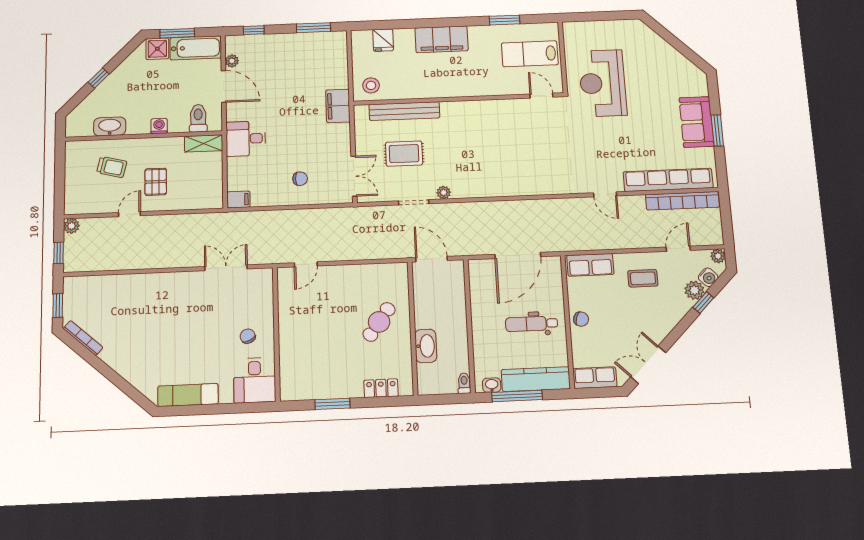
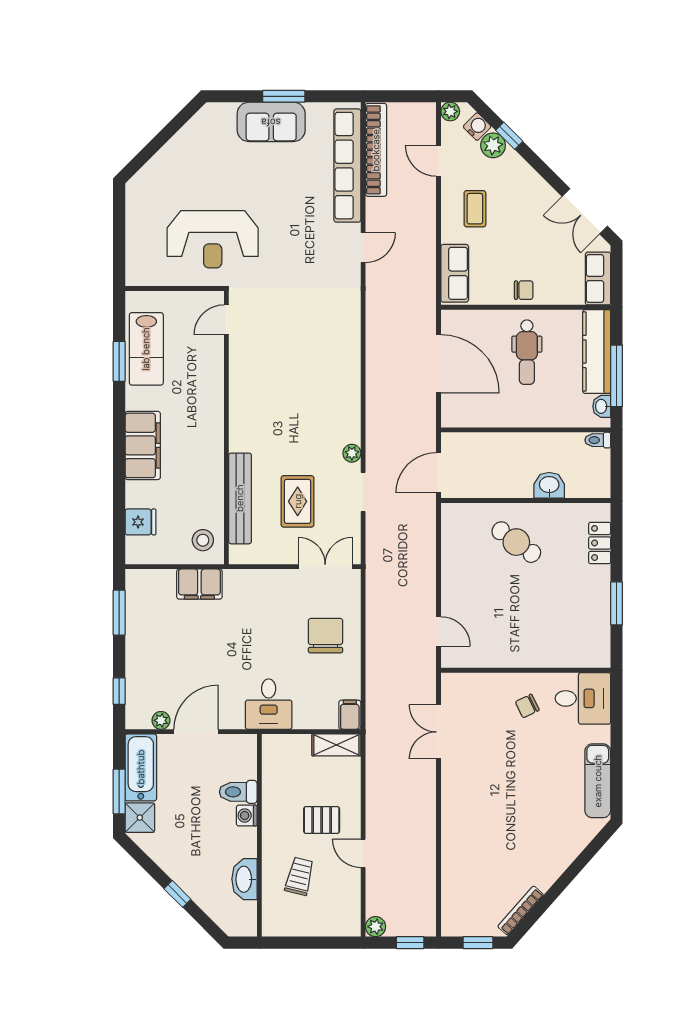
lab bench: (530, 54) -> (146, 349), moved
filing cabinet: (338, 106) -> (199, 584), moved
toilet: (198, 118) -> (238, 792), moved
shelving: (204, 143) -> (336, 745), moved, turned 90
chair: (300, 179) -> (325, 636), width x1.87, depth x1.87
chair: (581, 319) -> (524, 290), turned 73
washbasin: (426, 346) -> (549, 485), width x0.72

